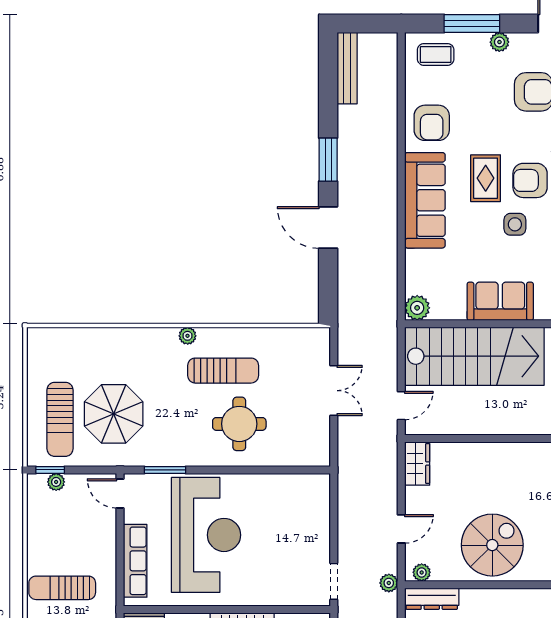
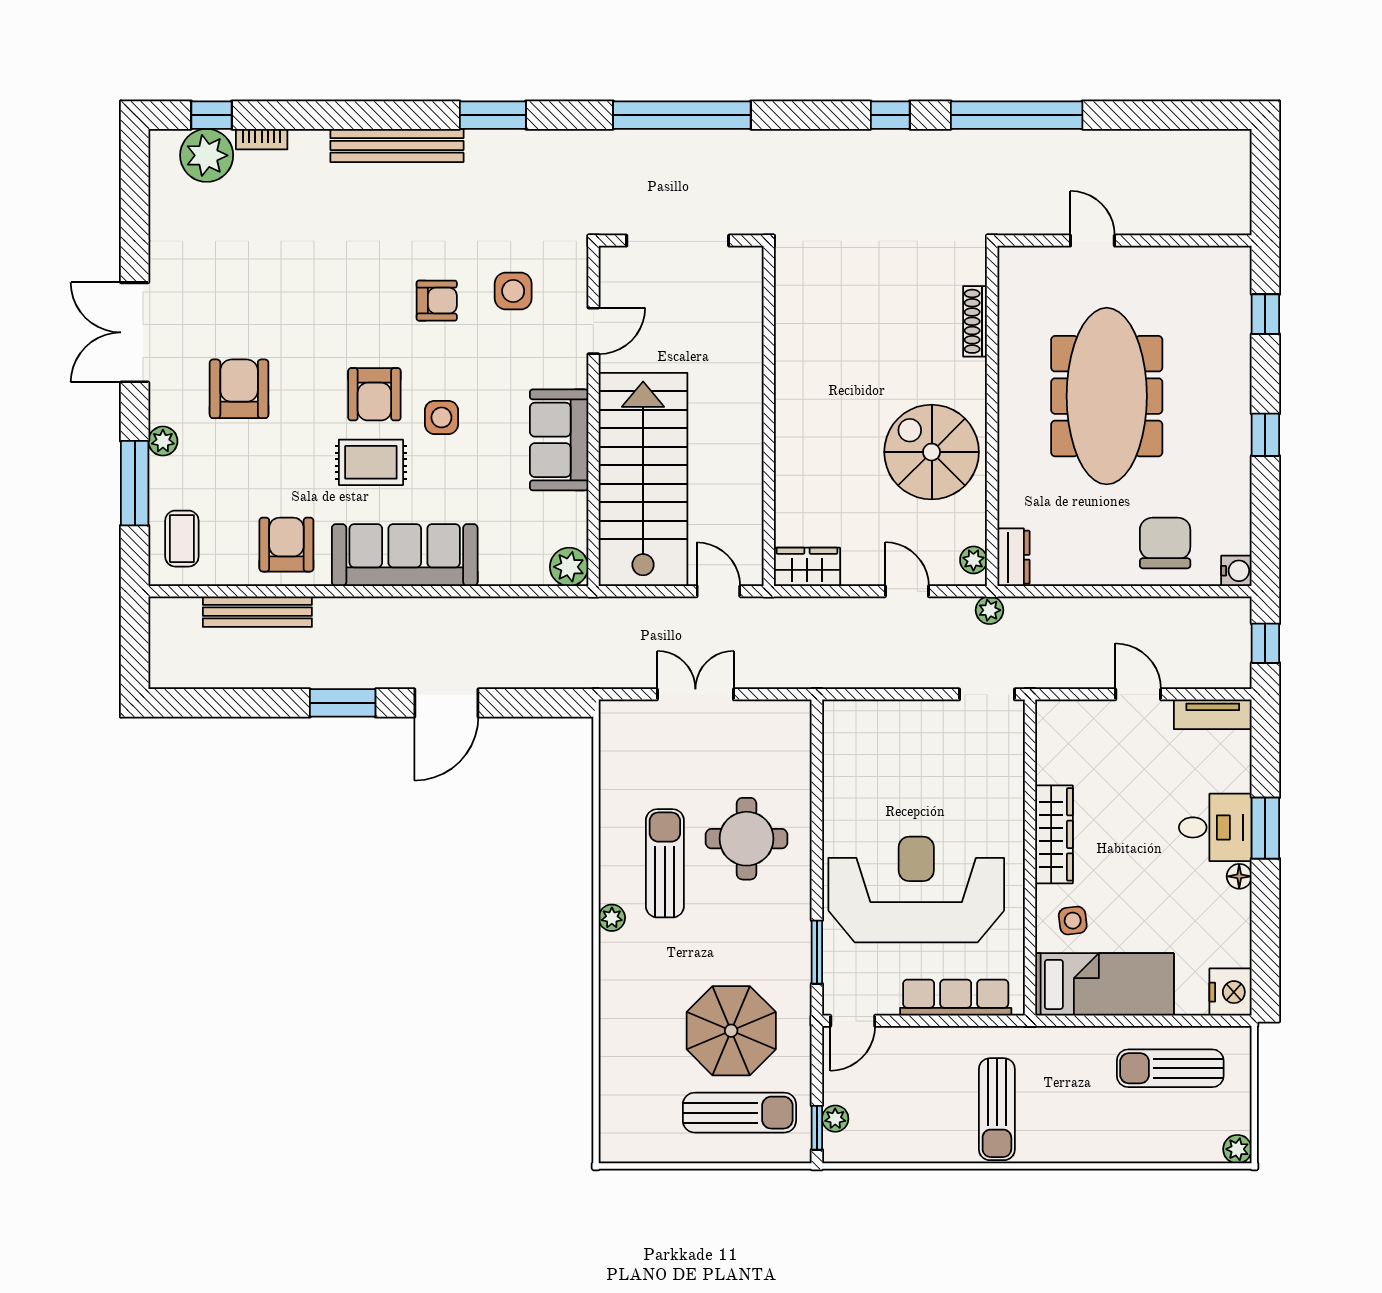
bench: (347, 68) -> (257, 612), moved
armchair: (432, 123) -> (286, 545), turned -90
dresser: (432, 599) -> (1014, 557), width x0.70

